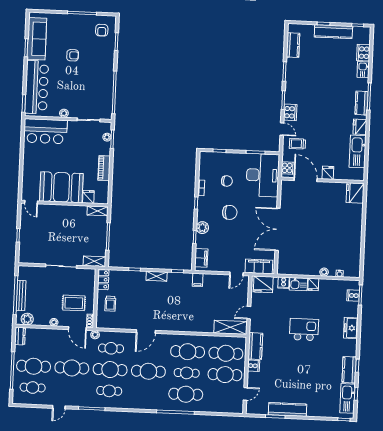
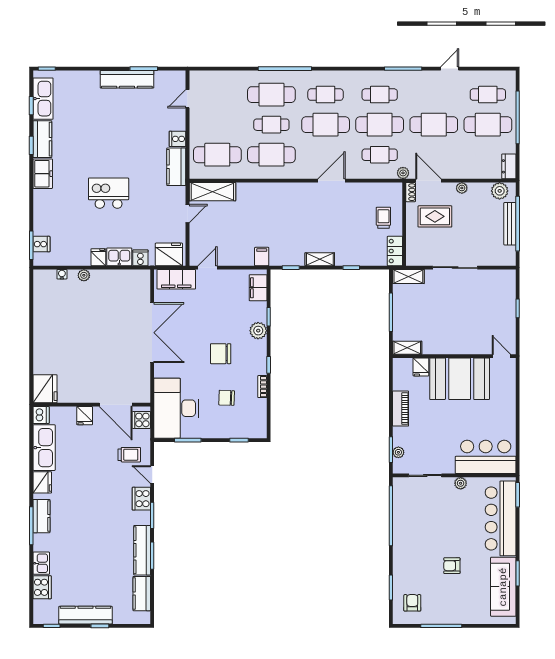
kitchen counter: (291, 76) -> (142, 550), added
dishwasher: (359, 175) -> (41, 415), added
freezer: (351, 328) -> (43, 174), moved
kitchen island: (304, 329) -> (109, 193), turned 180
cafe table: (225, 375) -> (326, 95), moved, width x0.73, depth x0.74

